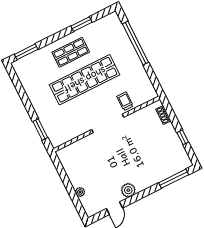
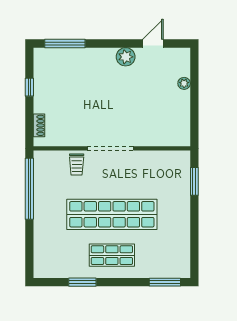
window: (135, 43) -> (29, 189), moved

